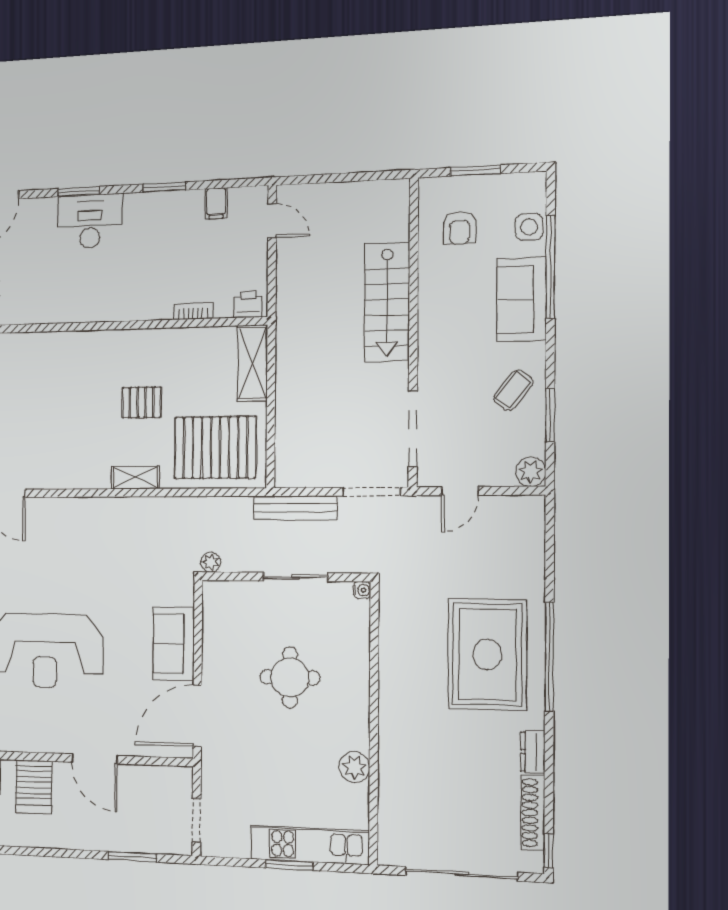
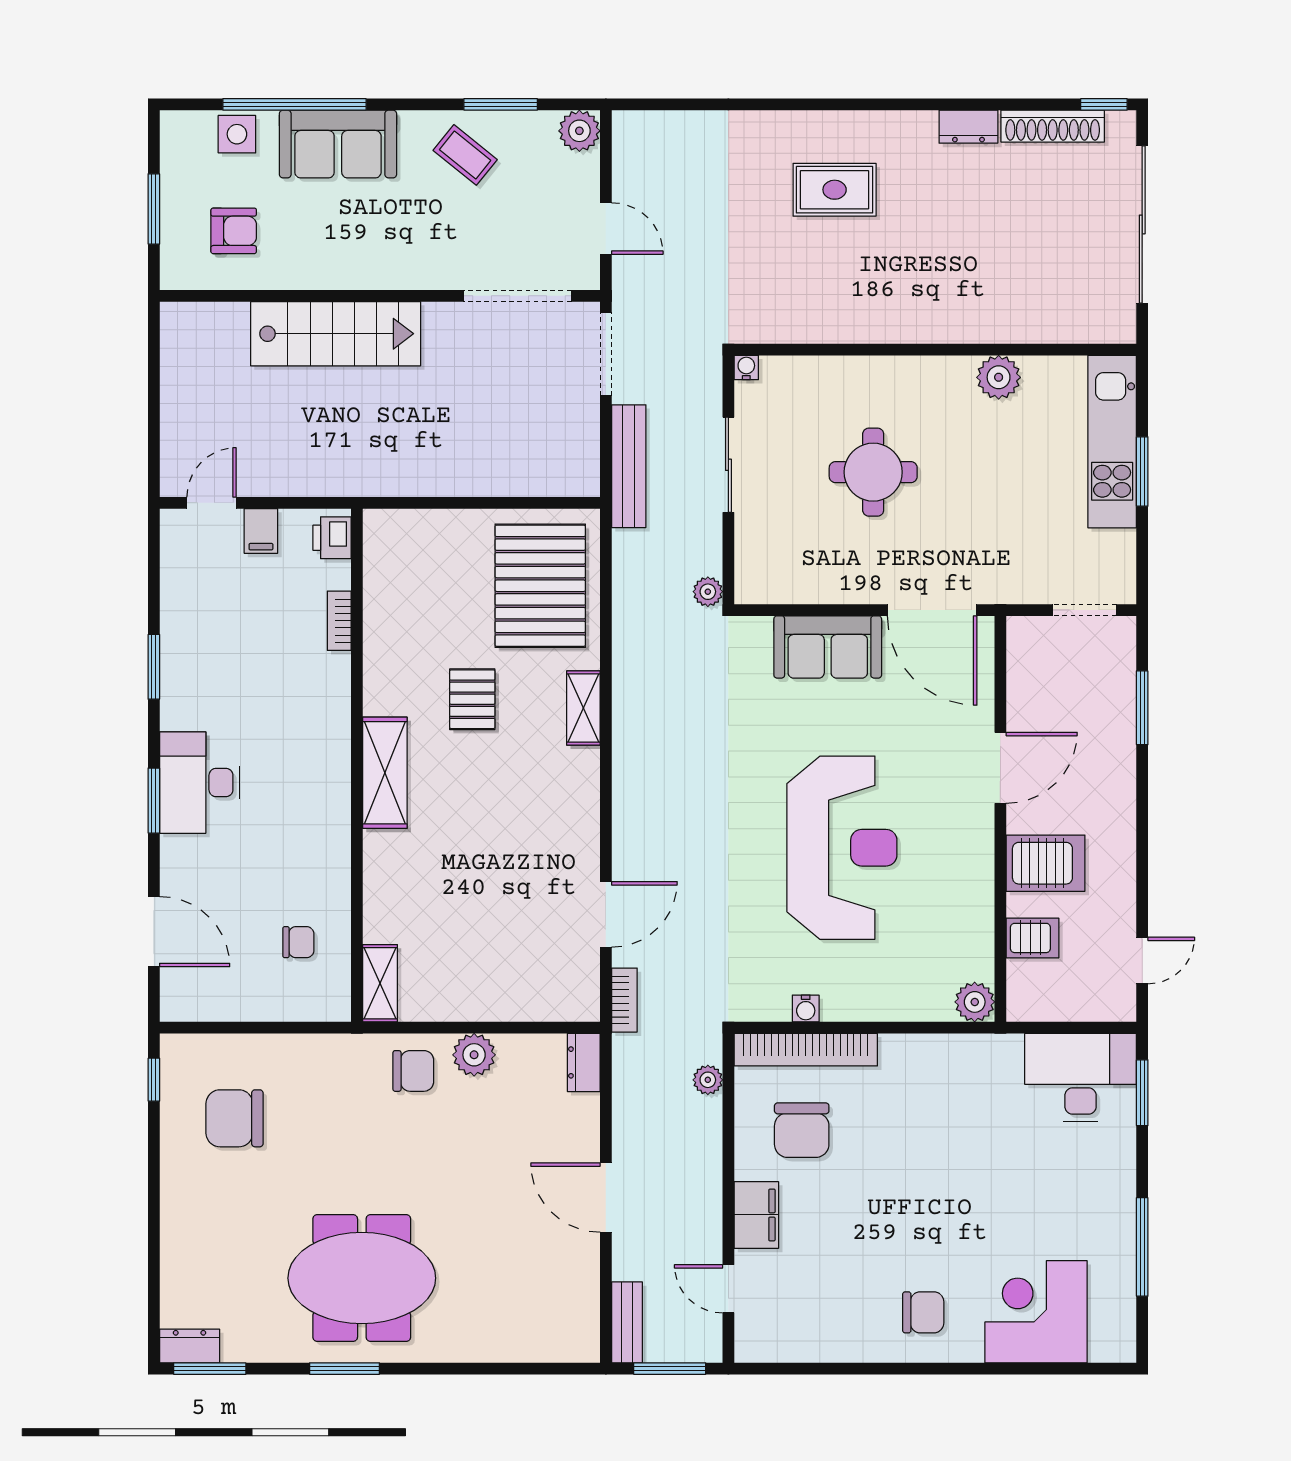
filing cabinet: (216, 203) -> (261, 531), moved, turned 90
shelving: (252, 363) -> (385, 773), moved, turned 90
rug: (487, 654) -> (835, 190), width x0.54, depth x0.49
window: (549, 657) -> (836, 104), removed

